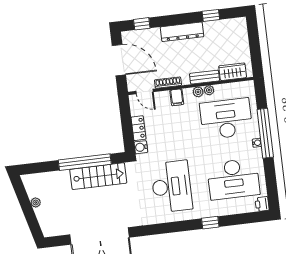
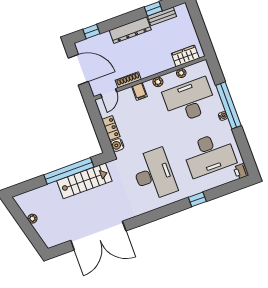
bench: (205, 77) -> (162, 16), moved
plant: (209, 90) -> (181, 73), moved
door: (145, 92) -> (109, 93), hinge flipped

